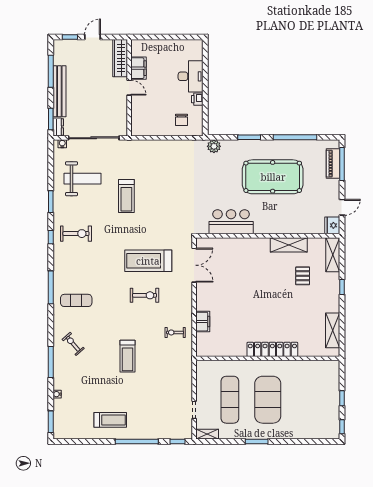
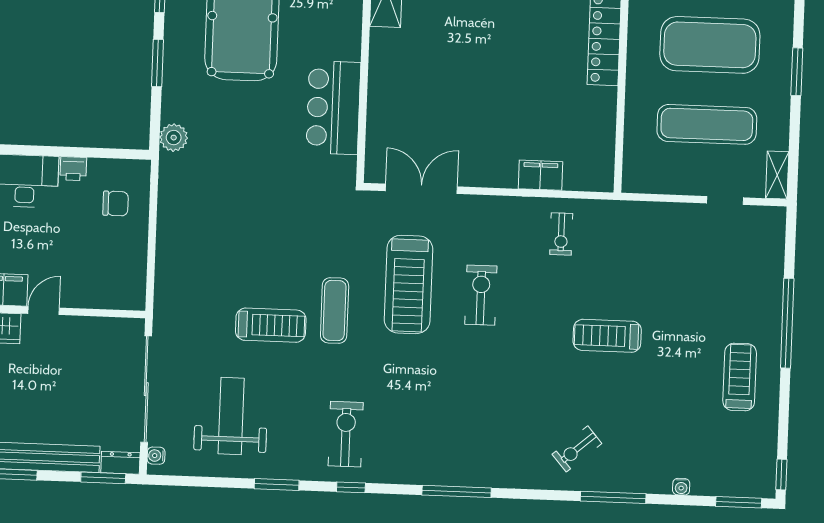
exercise mat: (76, 300) -> (335, 311), moved
treadmill: (128, 356) -> (607, 336), turned 180
window: (178, 442) -> (781, 475), moved

